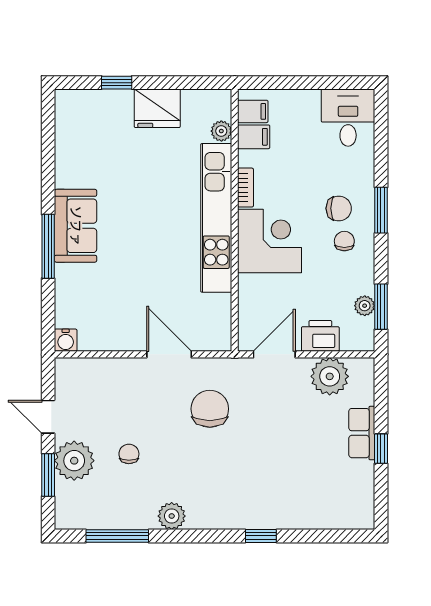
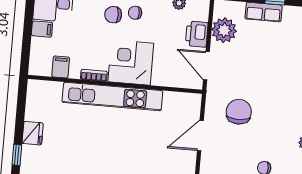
fridge: (157, 108) -> (33, 133), width x0.73, depth x0.75
filing cabinet: (253, 111) -> (42, 29), moved, turned 90
plant: (221, 131) -> (55, 88), removed
chair: (339, 208) -> (113, 15), turned -90
chair: (210, 409) -> (239, 112), turned 90

